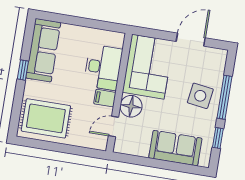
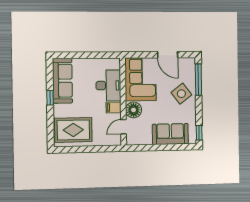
door: (191, 40) -> (168, 55), swing flipped
side table: (200, 96) -> (181, 94), turned 45
window: (225, 97) -> (198, 80), moved
window: (218, 138) -> (199, 133), moved

